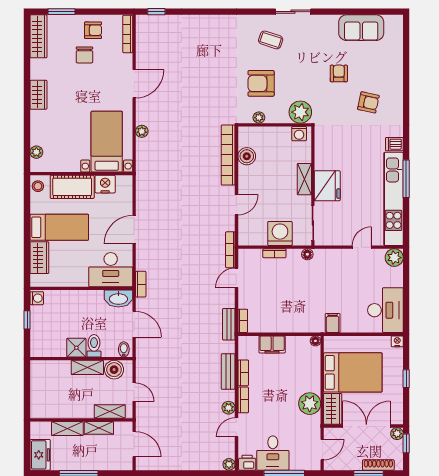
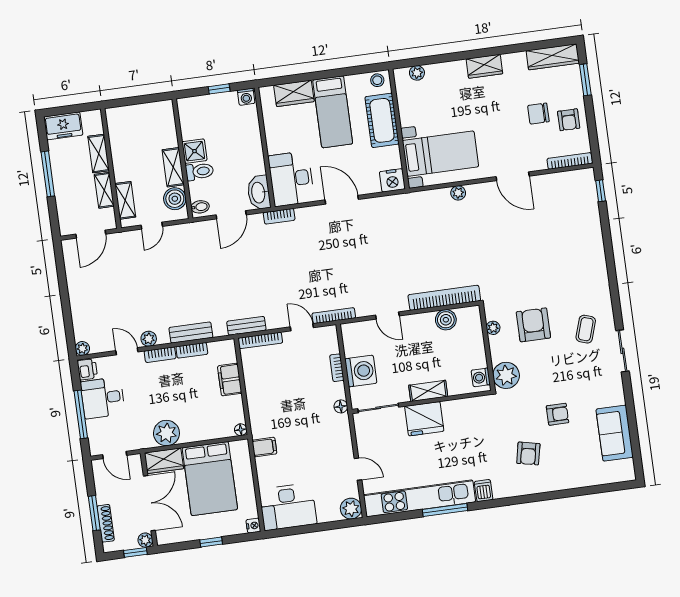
nightstand: (105, 184) -> (392, 180), moved, turned 90
bookcase: (243, 321) -> (260, 340), width x1.56

